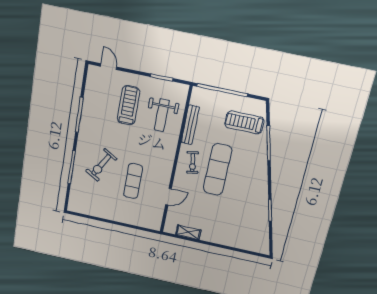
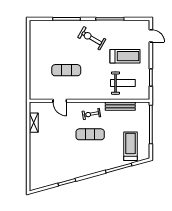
door: (109, 67) -> (151, 36), hinge flipped
weight bench: (162, 115) -> (123, 83), turned 180
exercise bike: (101, 165) -> (92, 38), moved
exercise mat: (218, 170) -> (90, 134), width x0.73, depth x0.69

